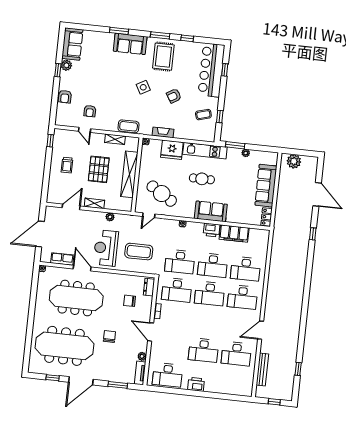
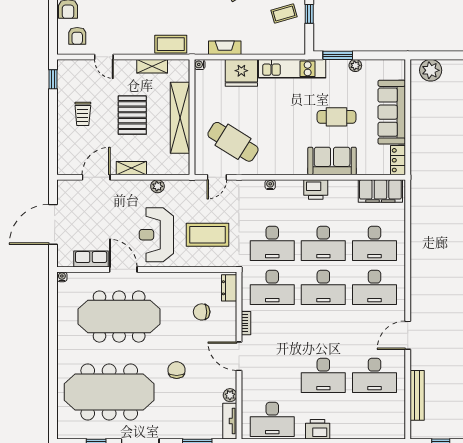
armchair: (90, 111) -> (77, 36), moved
cafe table: (202, 179) -> (337, 117), moved
sofa: (211, 211) -> (332, 161), moved
filing cabinet: (234, 233) -> (380, 191), moved

